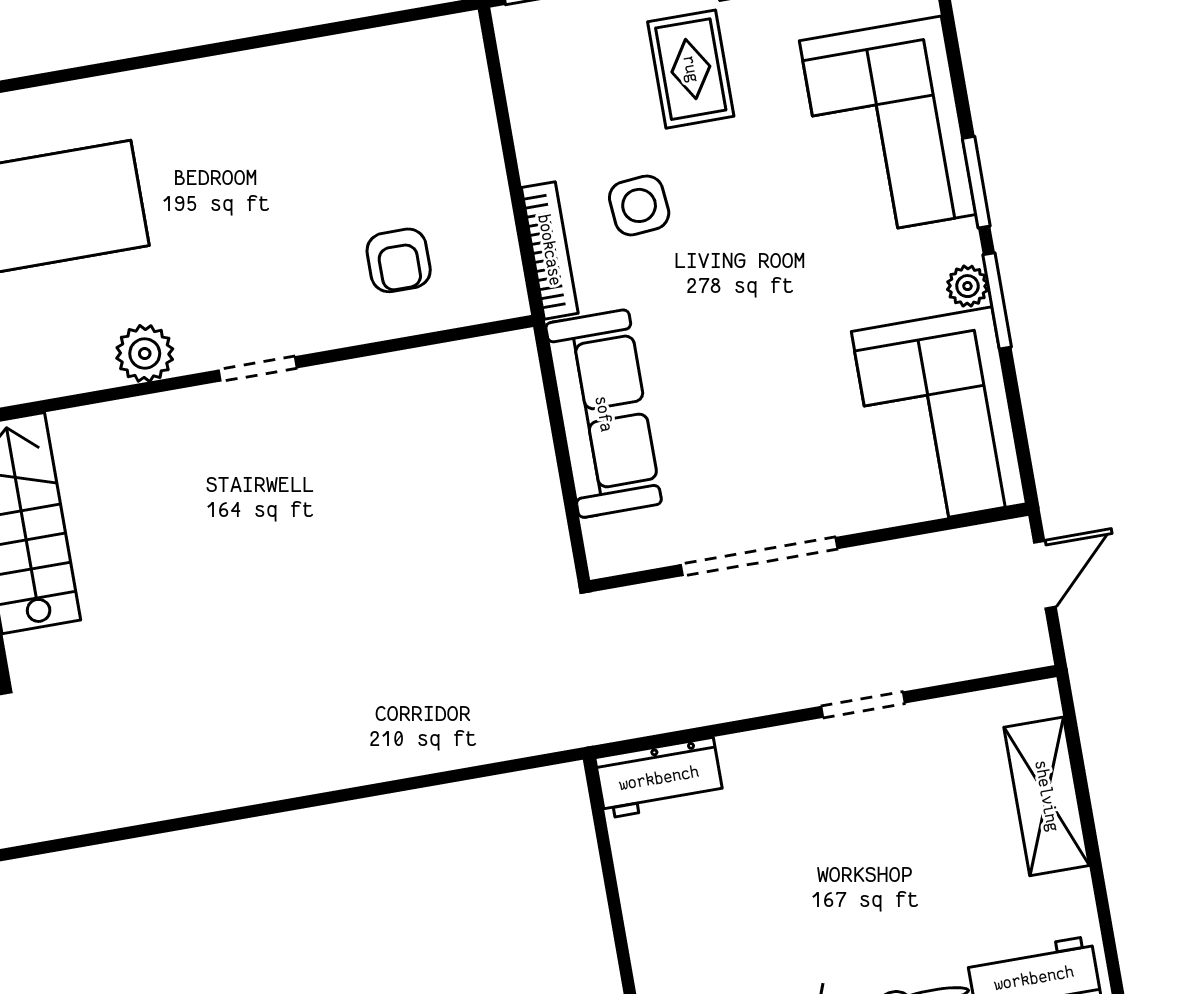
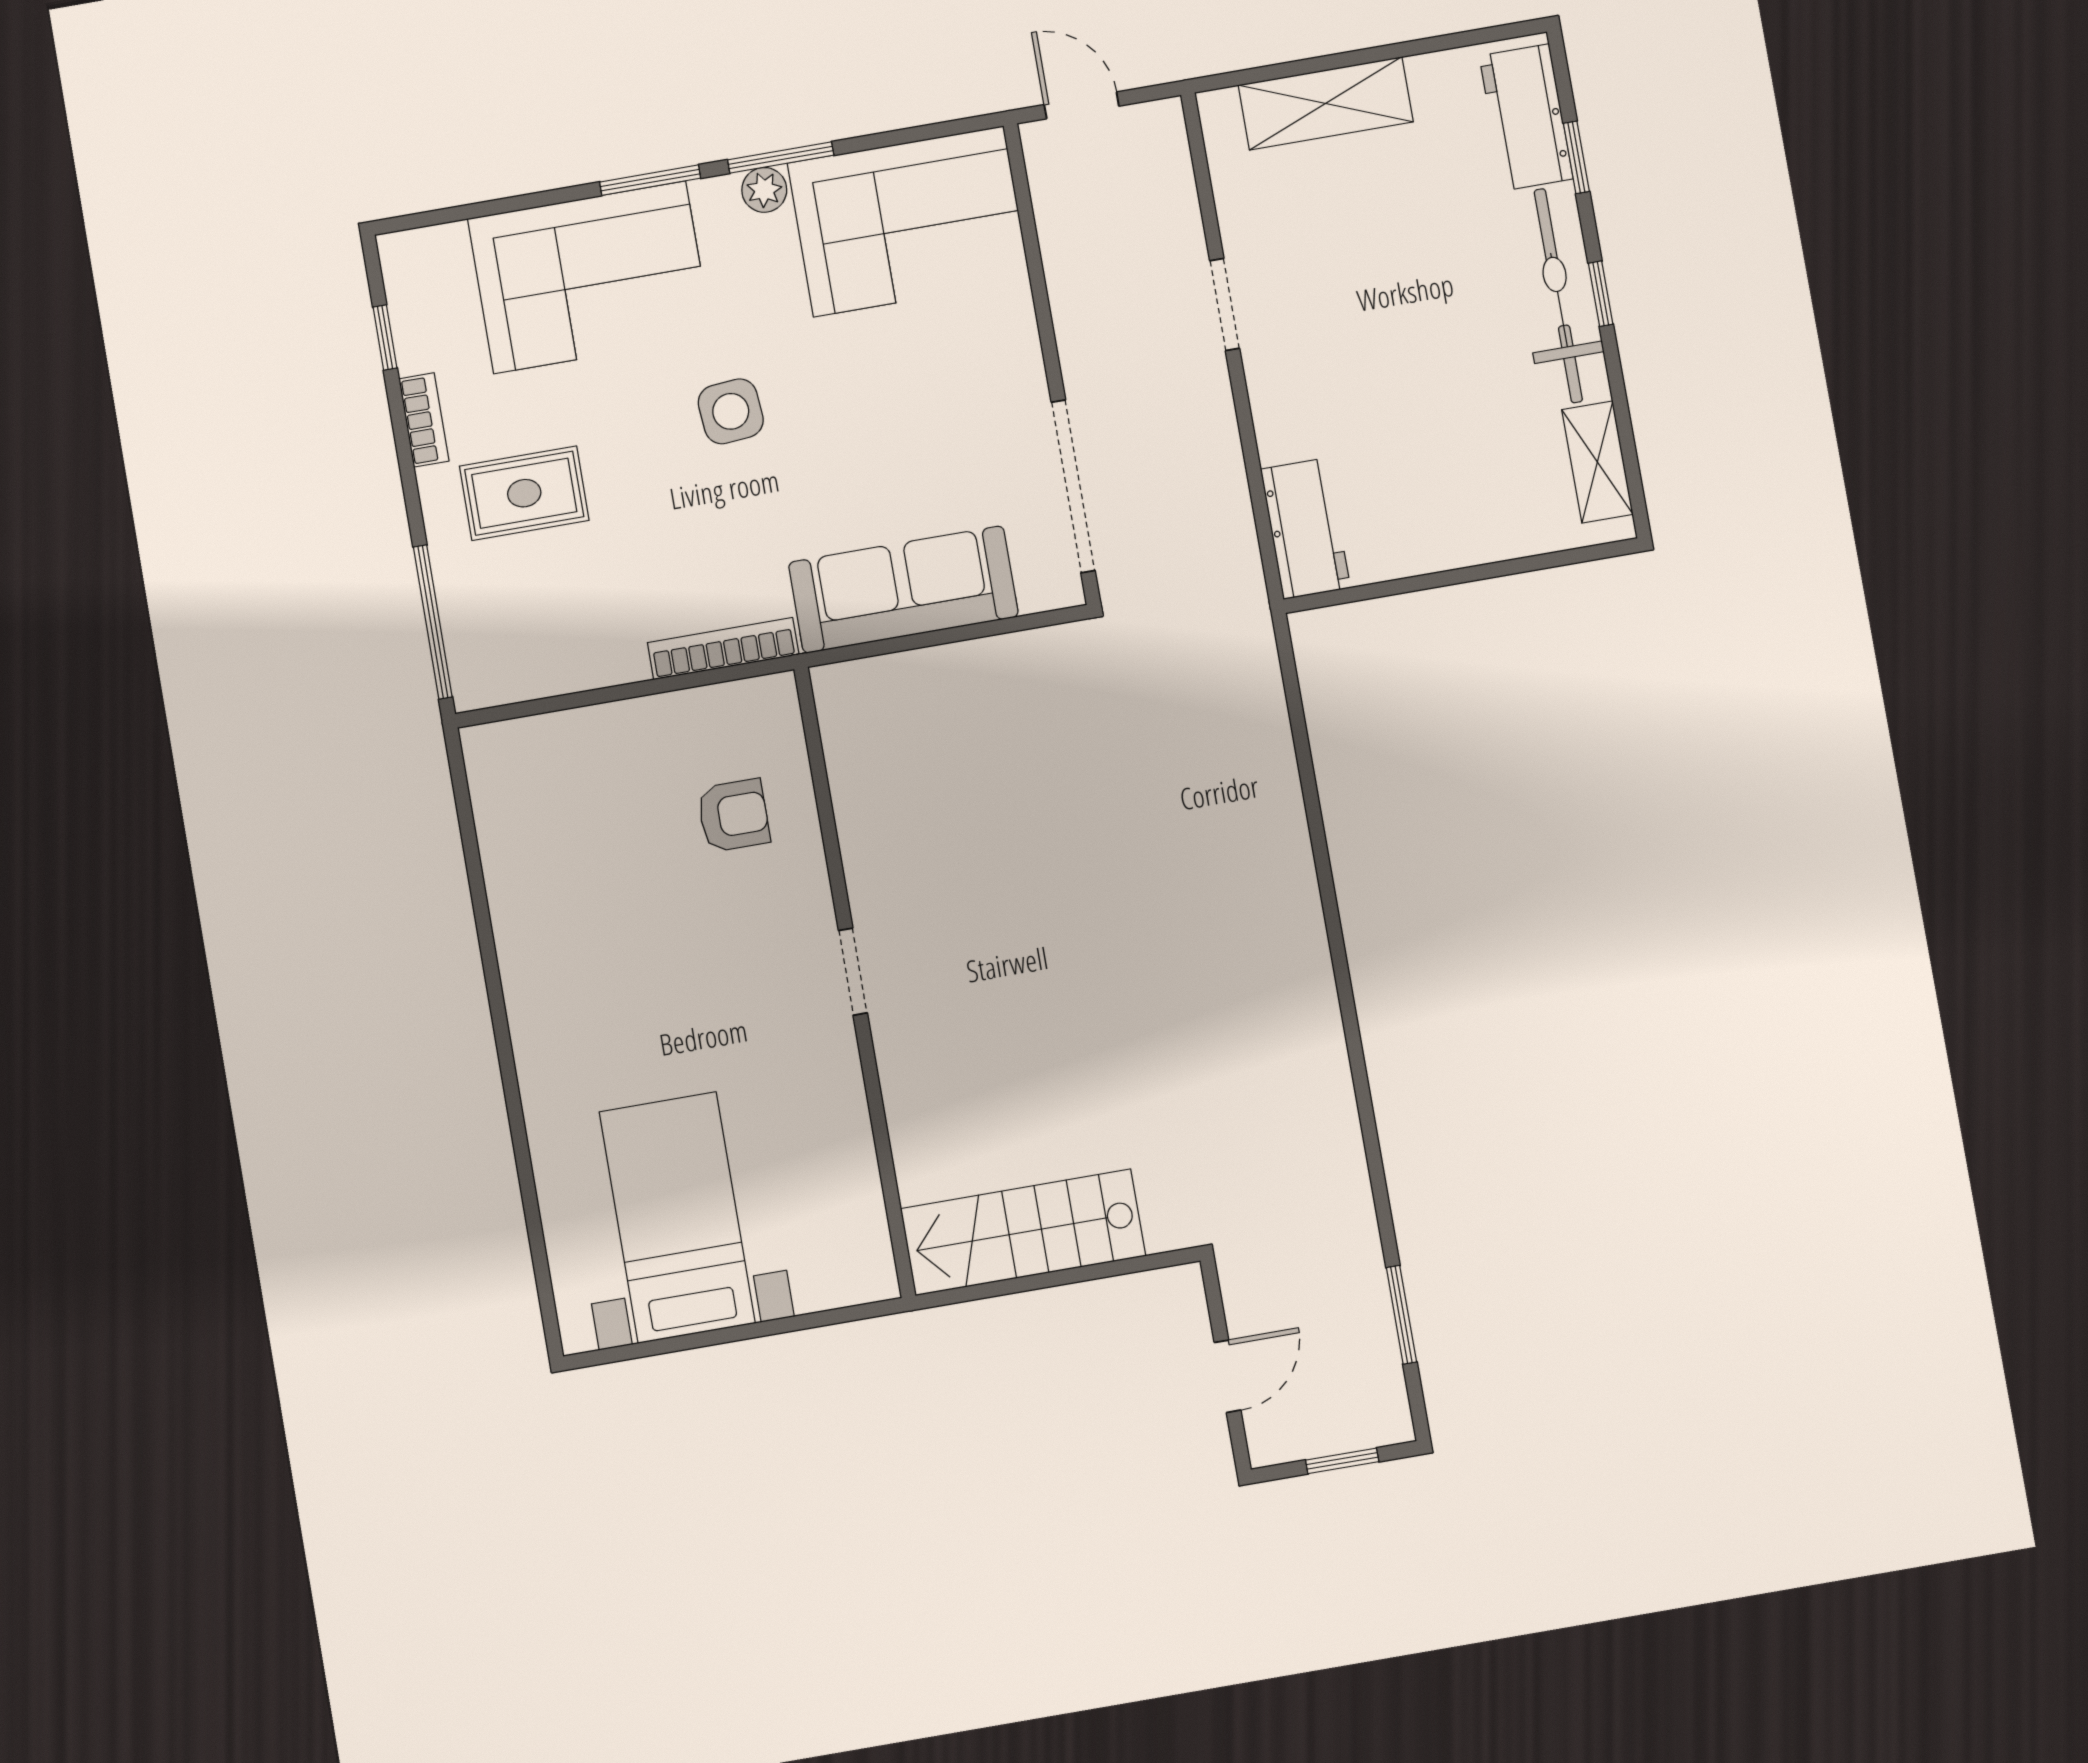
side table: (639, 205) -> (731, 411), moved
plant: (145, 353) -> (835, 1097), removed
doorway: (759, 557) -> (1073, 486), moved

